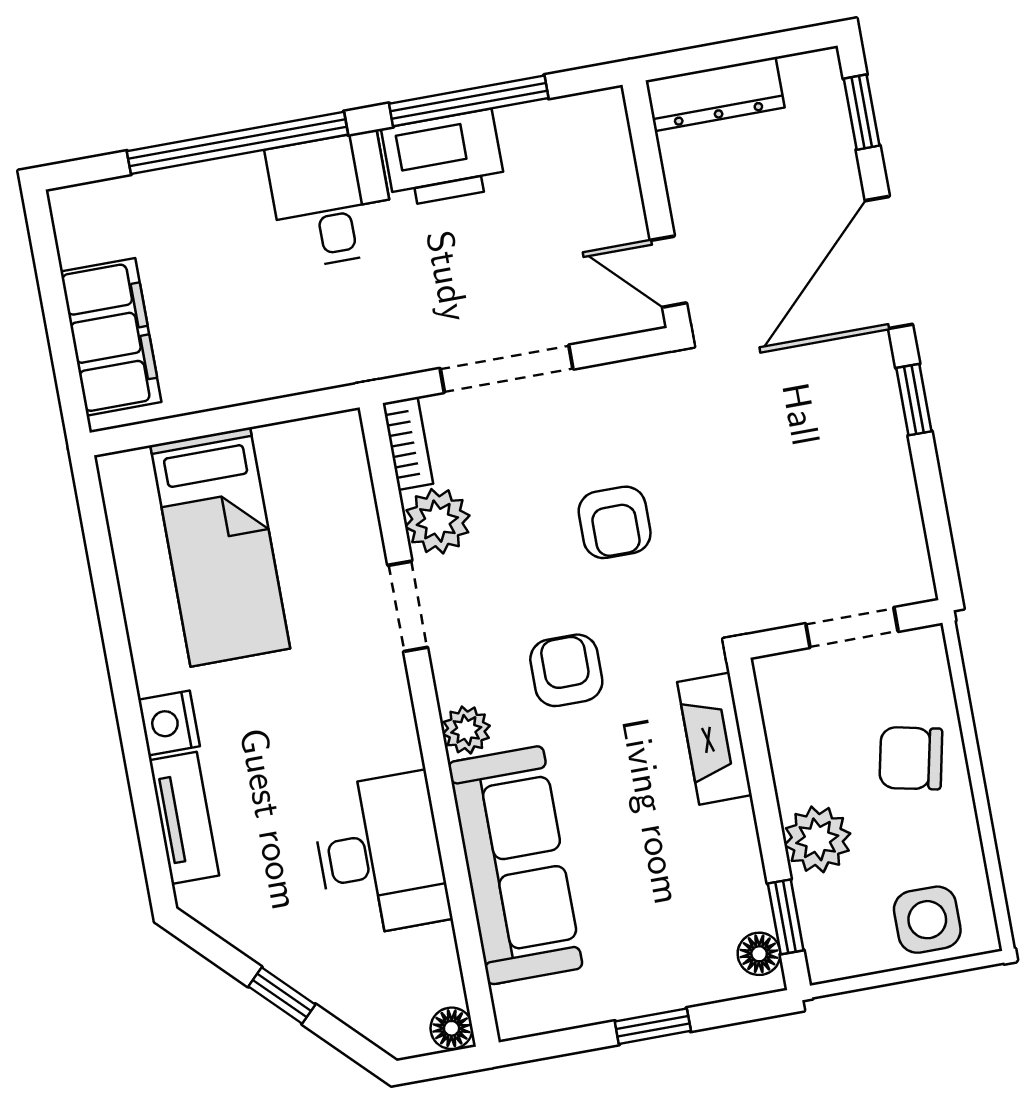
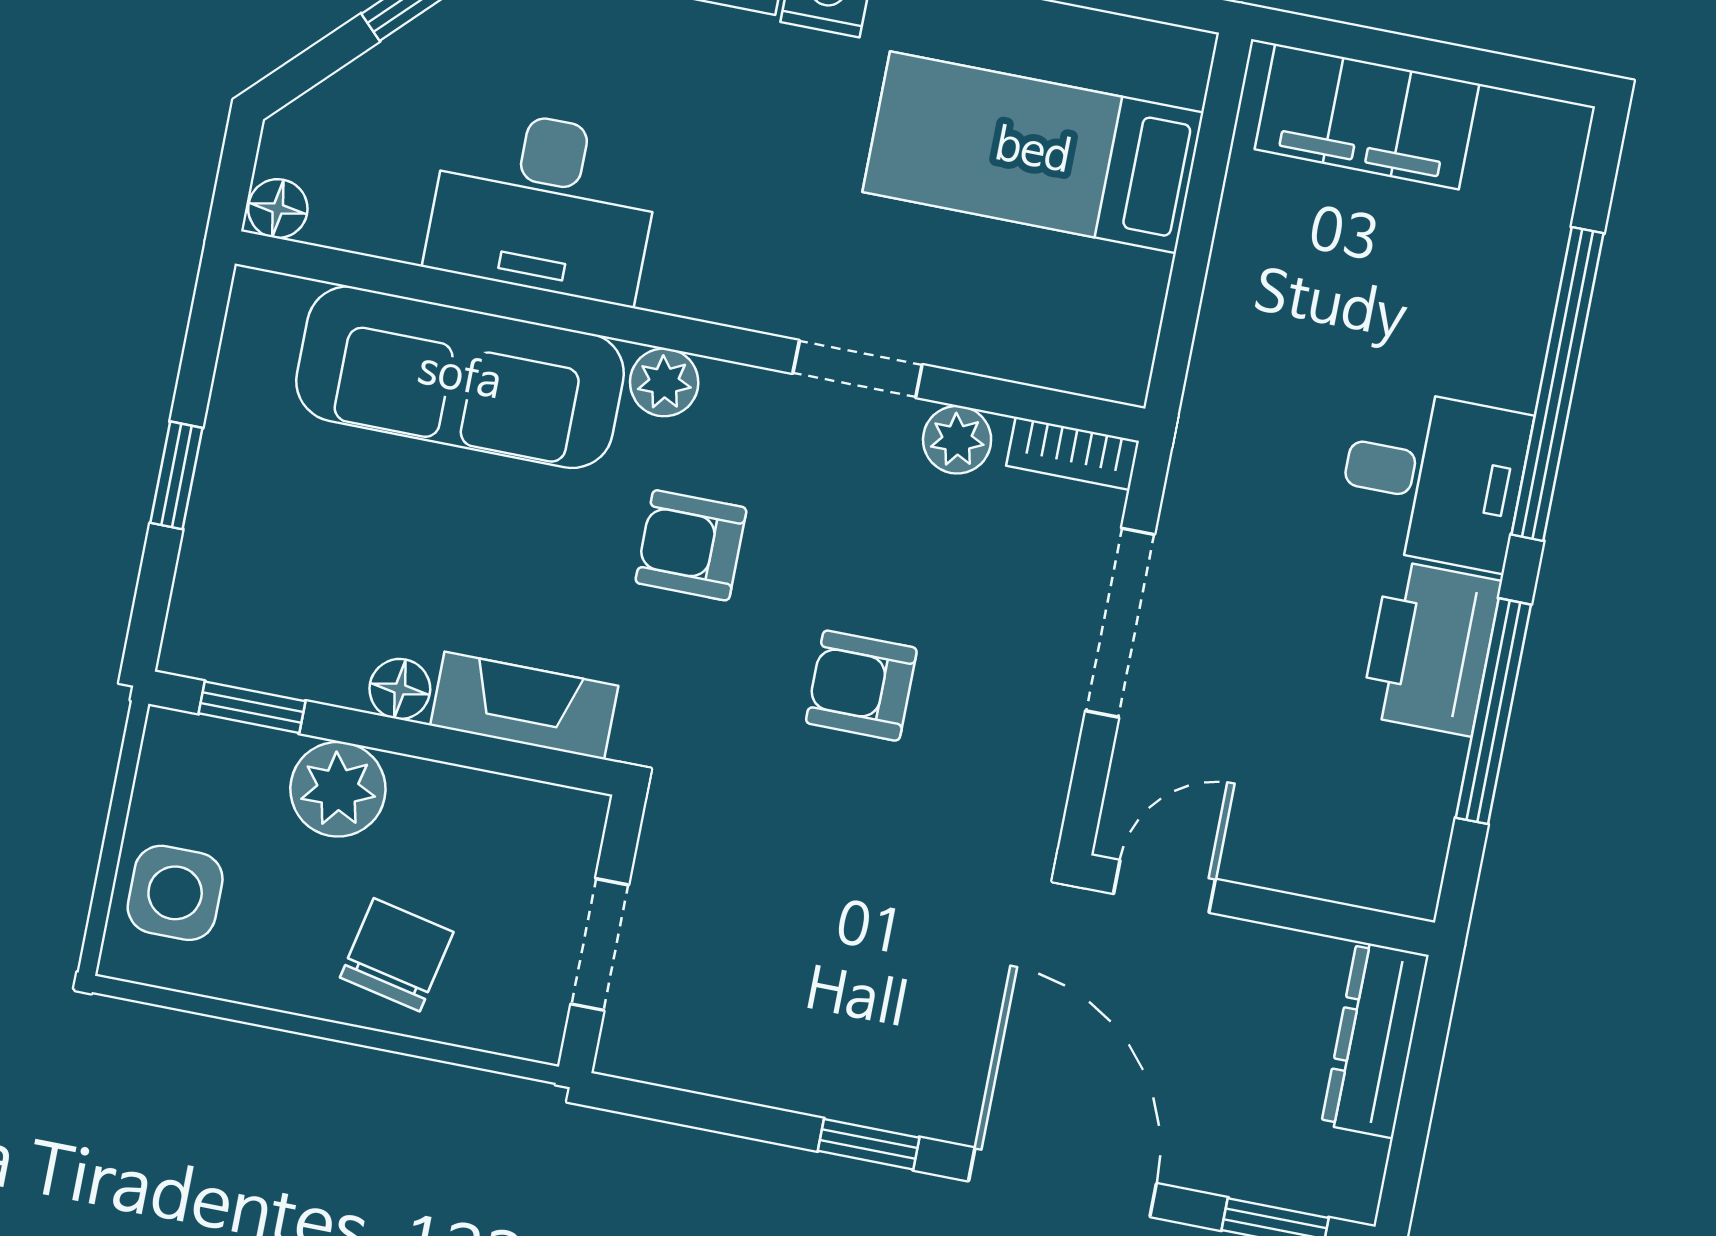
plant: (437, 521) -> (957, 440), width x0.73, depth x0.73
armchair: (566, 670) -> (691, 545), turned 180
floor lamp: (759, 954) -> (400, 689), moved

